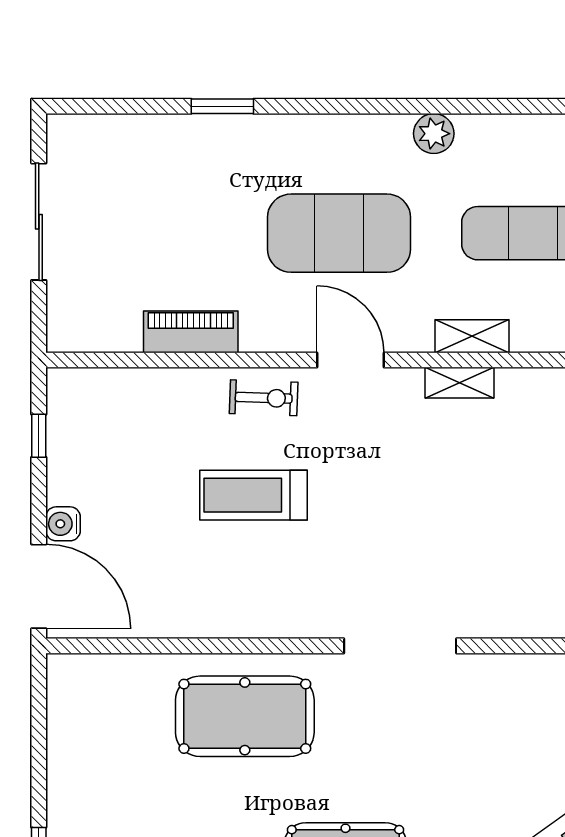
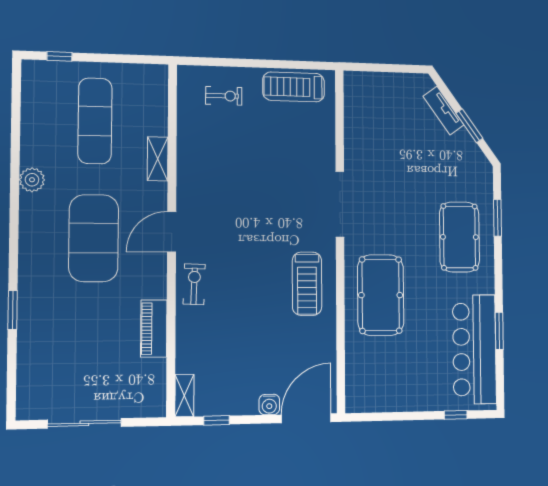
shelving: (459, 383) -> (184, 396), moved
treadmill: (254, 495) -> (307, 284), moved

